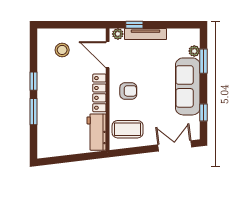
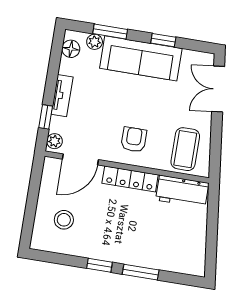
tv unit: (146, 34) -> (62, 96), width x0.71
floor lamp: (186, 35) -> (71, 49), added
window: (204, 112) -> (163, 40), moved

